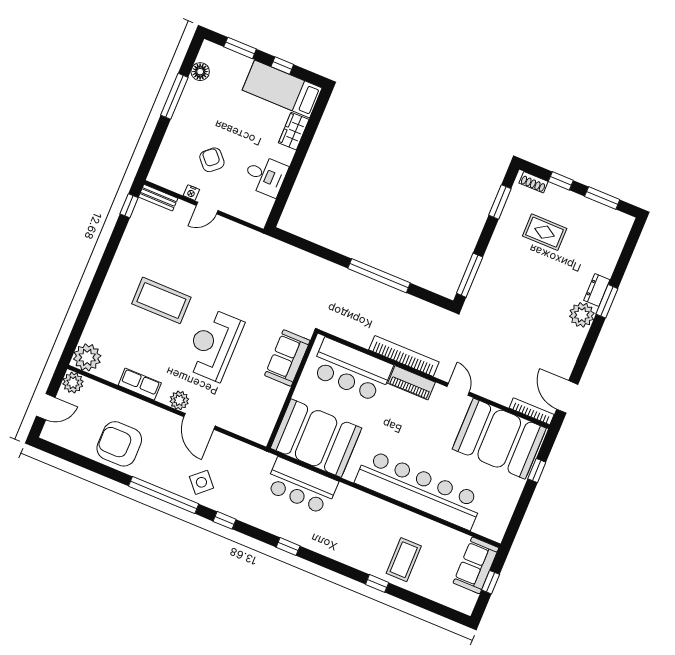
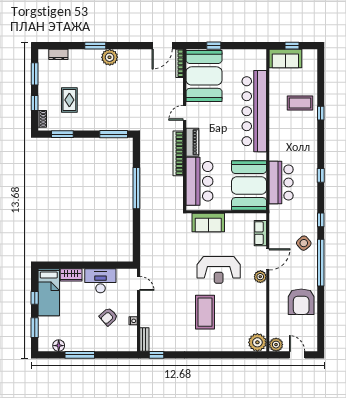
desk: (265, 176) -> (100, 281), width x1.37
door: (207, 208) -> (138, 283), moved
dresser: (597, 290) -> (58, 54), moved
row of seats: (140, 384) -> (260, 233), moved

